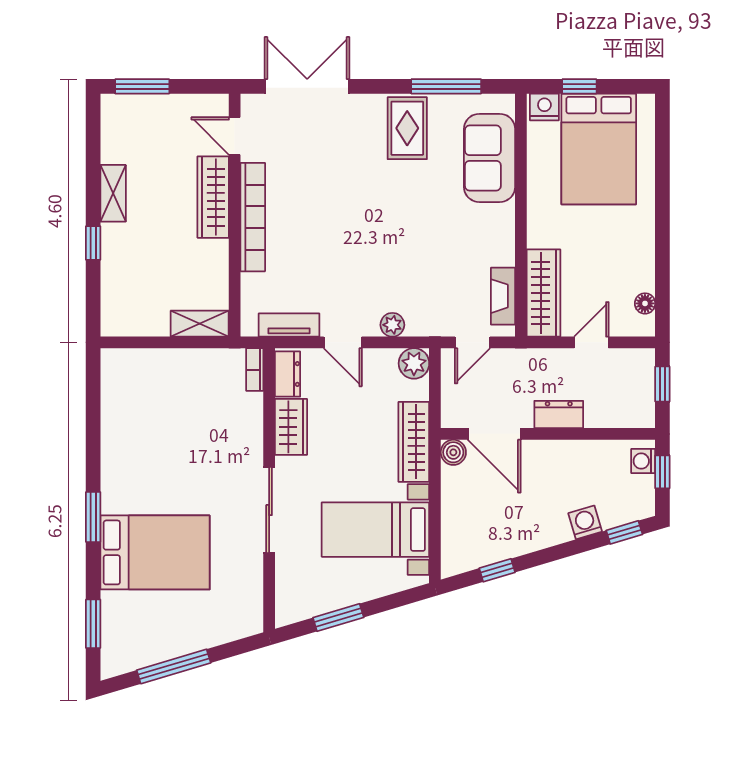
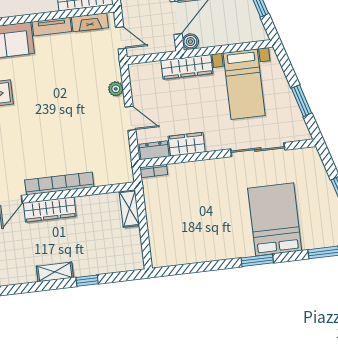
tv unit: (289, 325) -> (52, 27), moved, turned -90
door: (343, 342) -> (130, 118), hinge flipped
plant: (414, 363) -> (138, 73), removed
sliding door: (269, 510) -> (258, 150), moved

